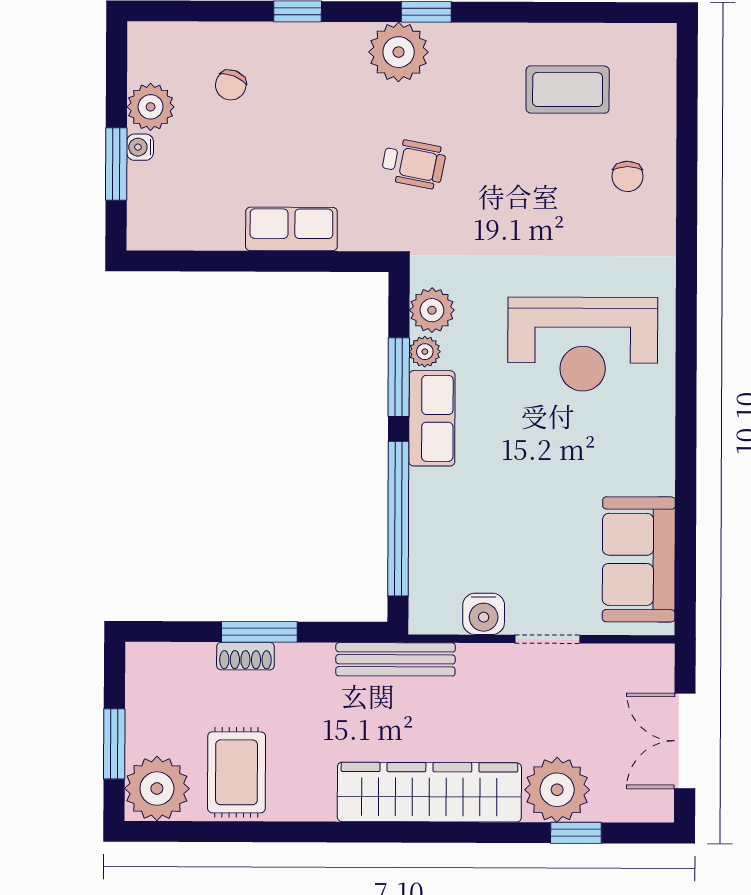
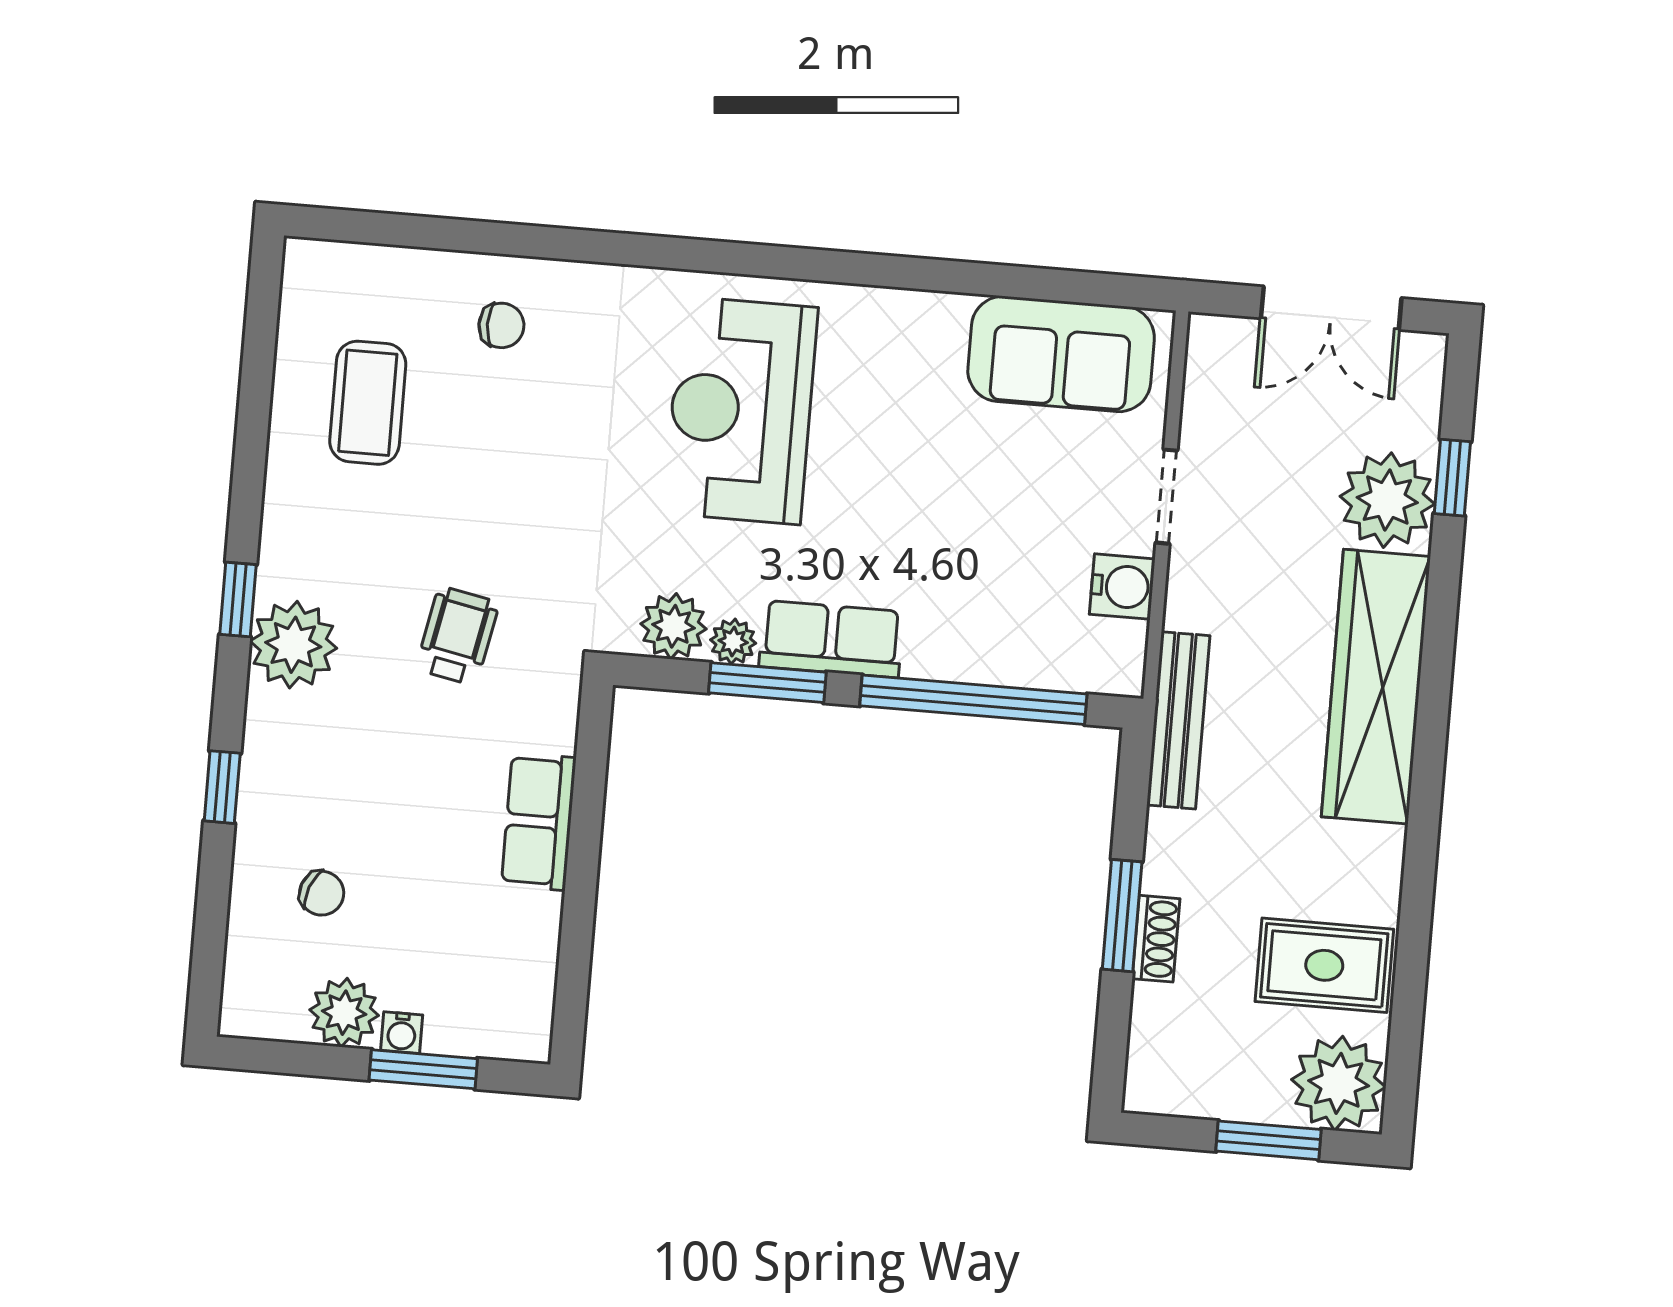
reception desk: (583, 344) -> (741, 410), turned 180

